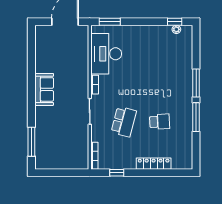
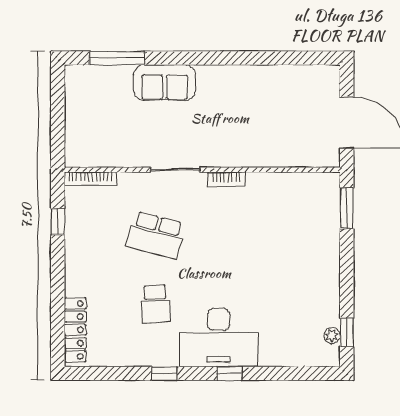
desk: (106, 54) -> (219, 338), moved, turned 180
window: (196, 83) -> (229, 373), width x0.46
sofa: (44, 89) -> (165, 82), moved
window: (196, 117) -> (164, 373), width x0.46
locker: (154, 164) -> (75, 330), moved

